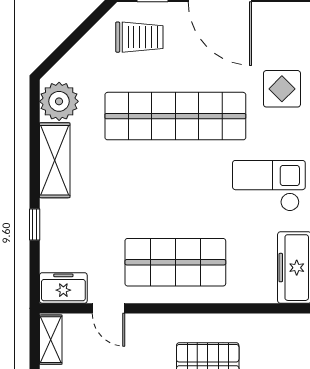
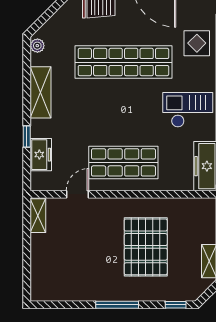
plant: (59, 101) -> (37, 46), width x0.53, depth x0.53
freezer: (63, 288) -> (41, 155), moved, turned 90
door: (109, 308) -> (77, 194), swing flipped

